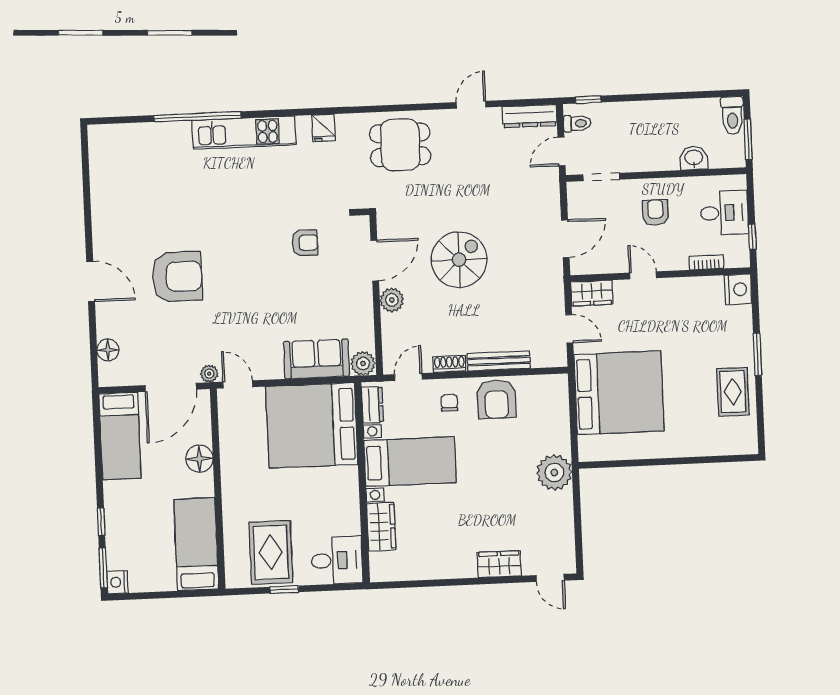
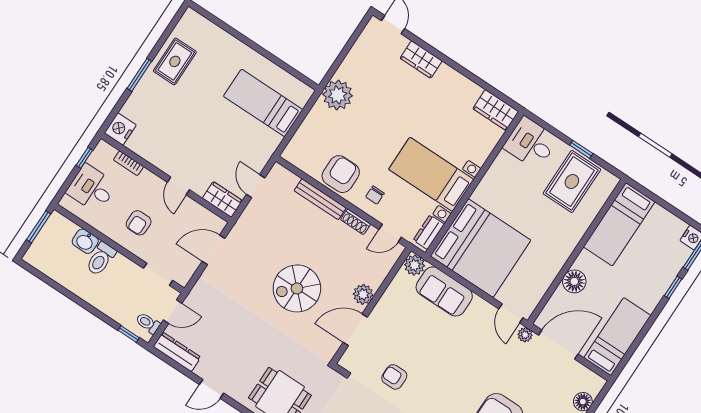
toilet: (732, 115) -> (101, 259), moved, turned 180
bed: (619, 393) -> (263, 103), width x0.49
wardrobe: (381, 527) -> (496, 110), moved, turned -90

